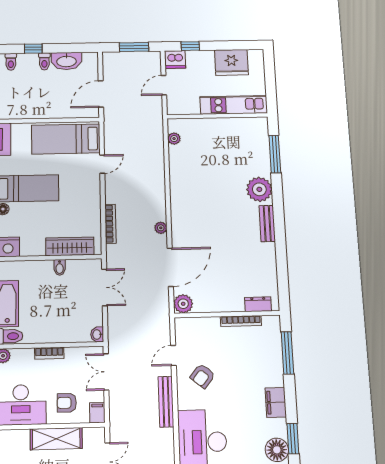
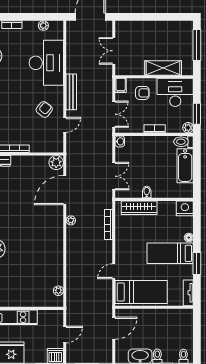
double door: (105, 287) -> (114, 176), swing flipped
shelving: (56, 439) -> (163, 68), moved

